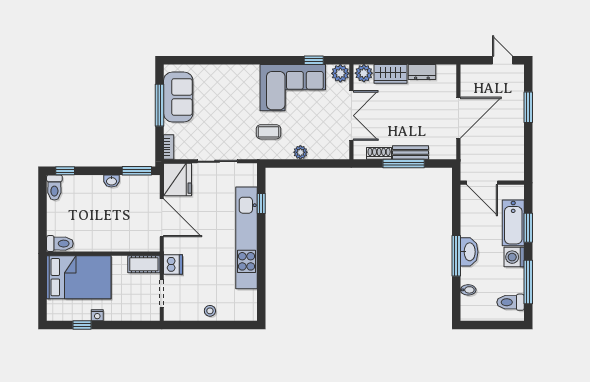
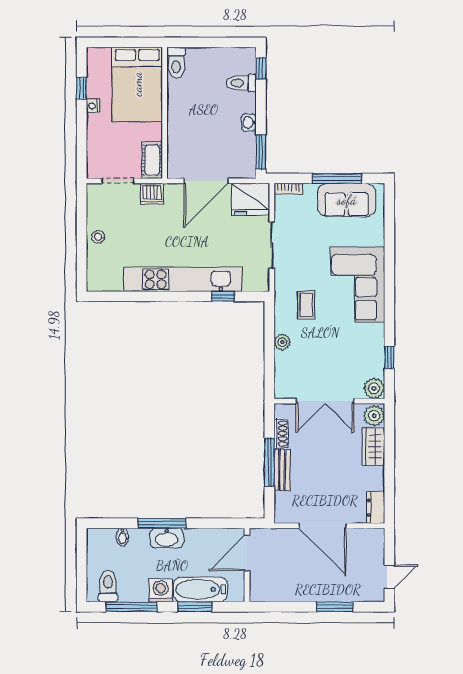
dresser: (422, 72) -> (376, 508), moved
corner sofa: (293, 88) -> (357, 285), moved
toilet: (54, 187) -> (241, 83), moved

